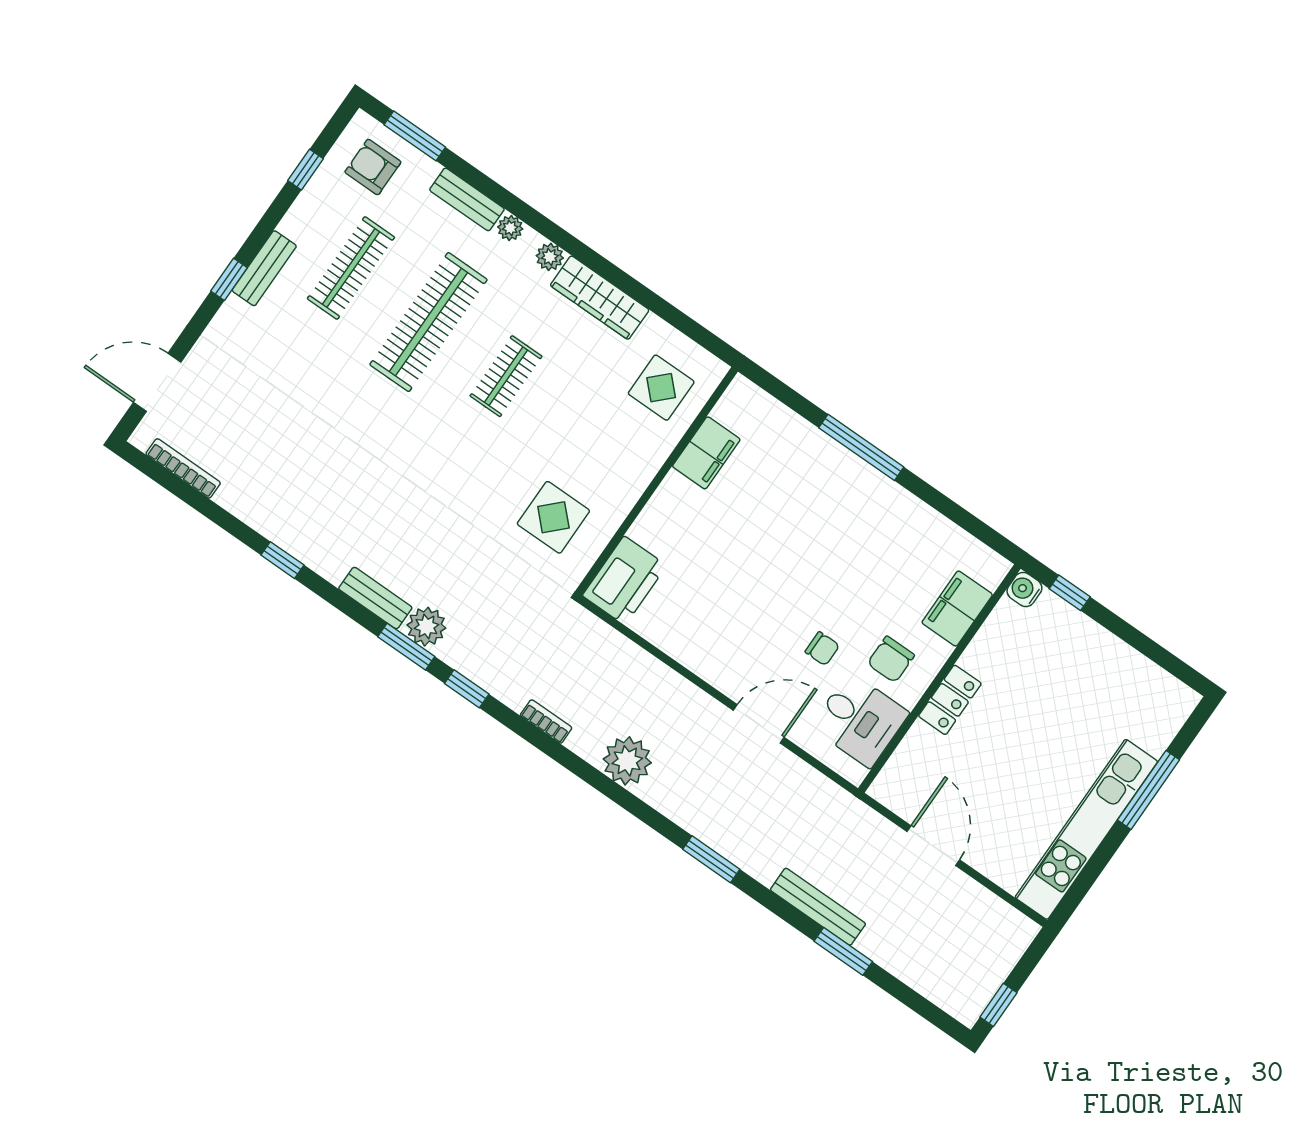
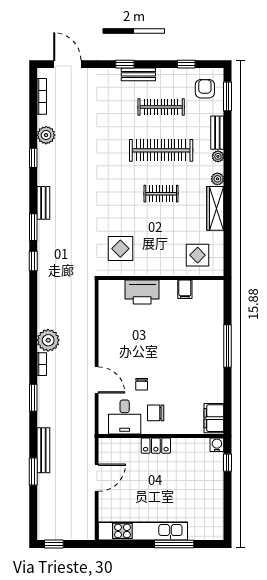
filing cabinet: (706, 453) -> (185, 289), width x0.50
printer: (625, 580) -> (142, 292), moved
filing cabinet: (957, 609) -> (214, 418), moved, turned -90
plant: (426, 627) -> (46, 135), moved
bookcase: (546, 722) -> (42, 364), moved

